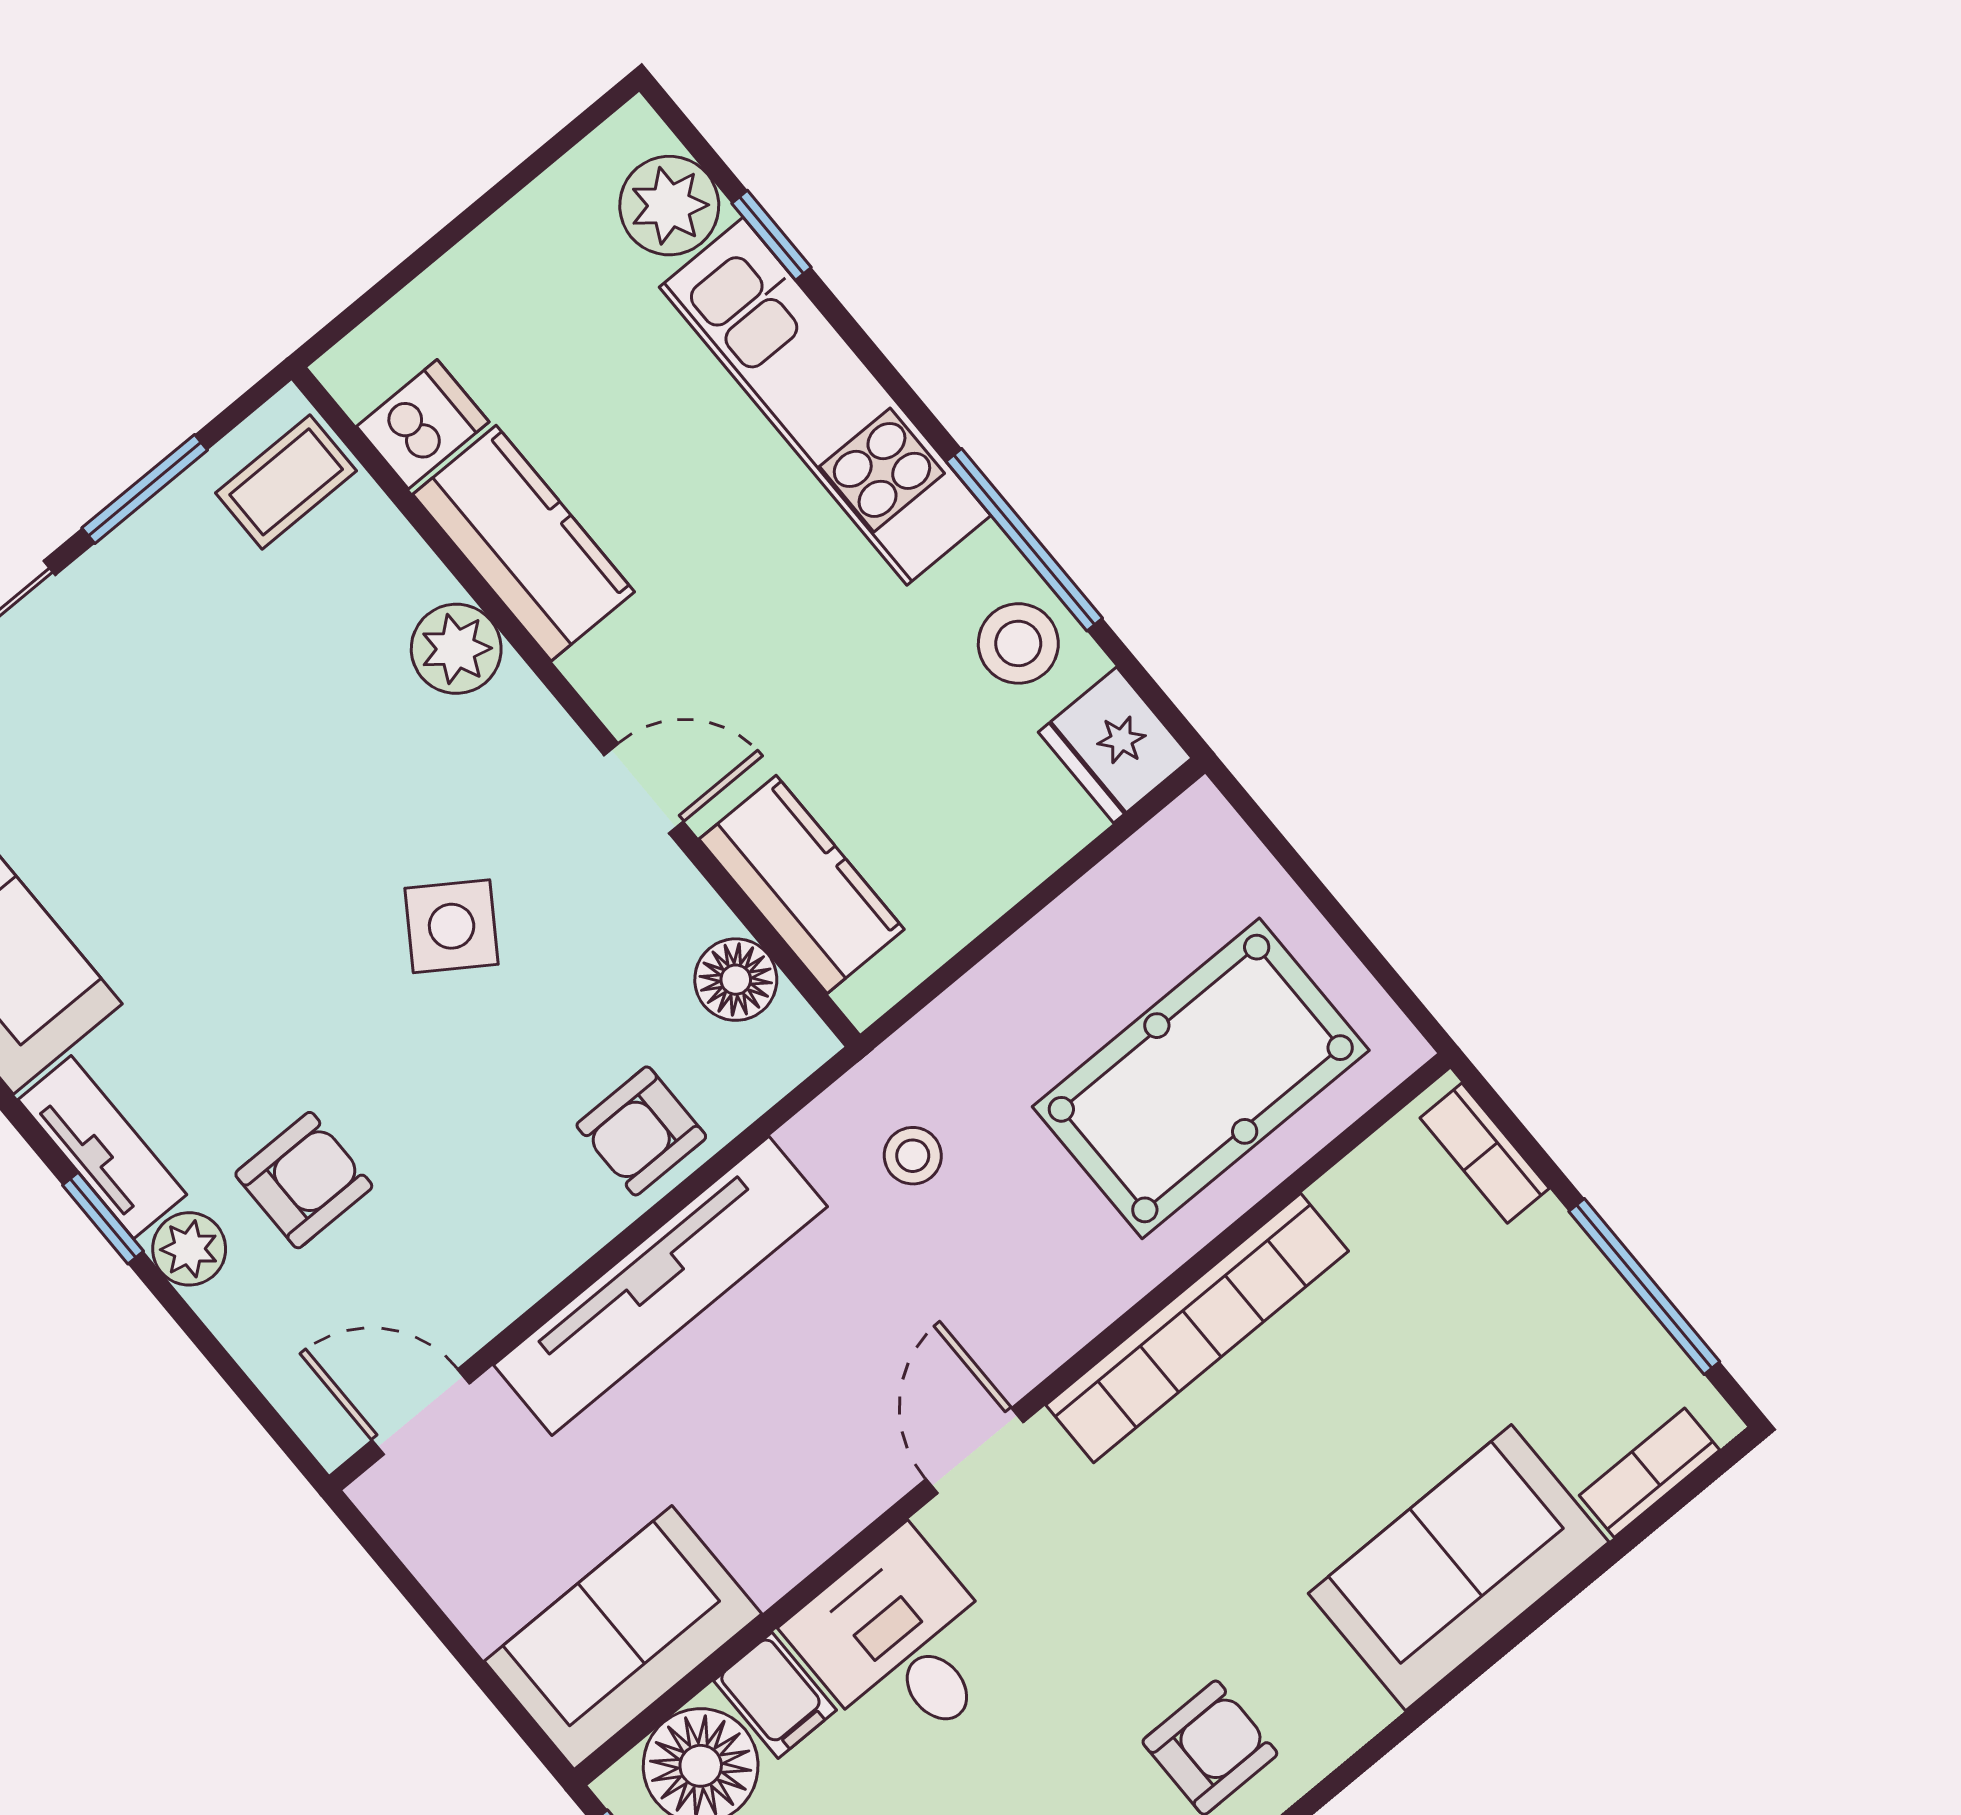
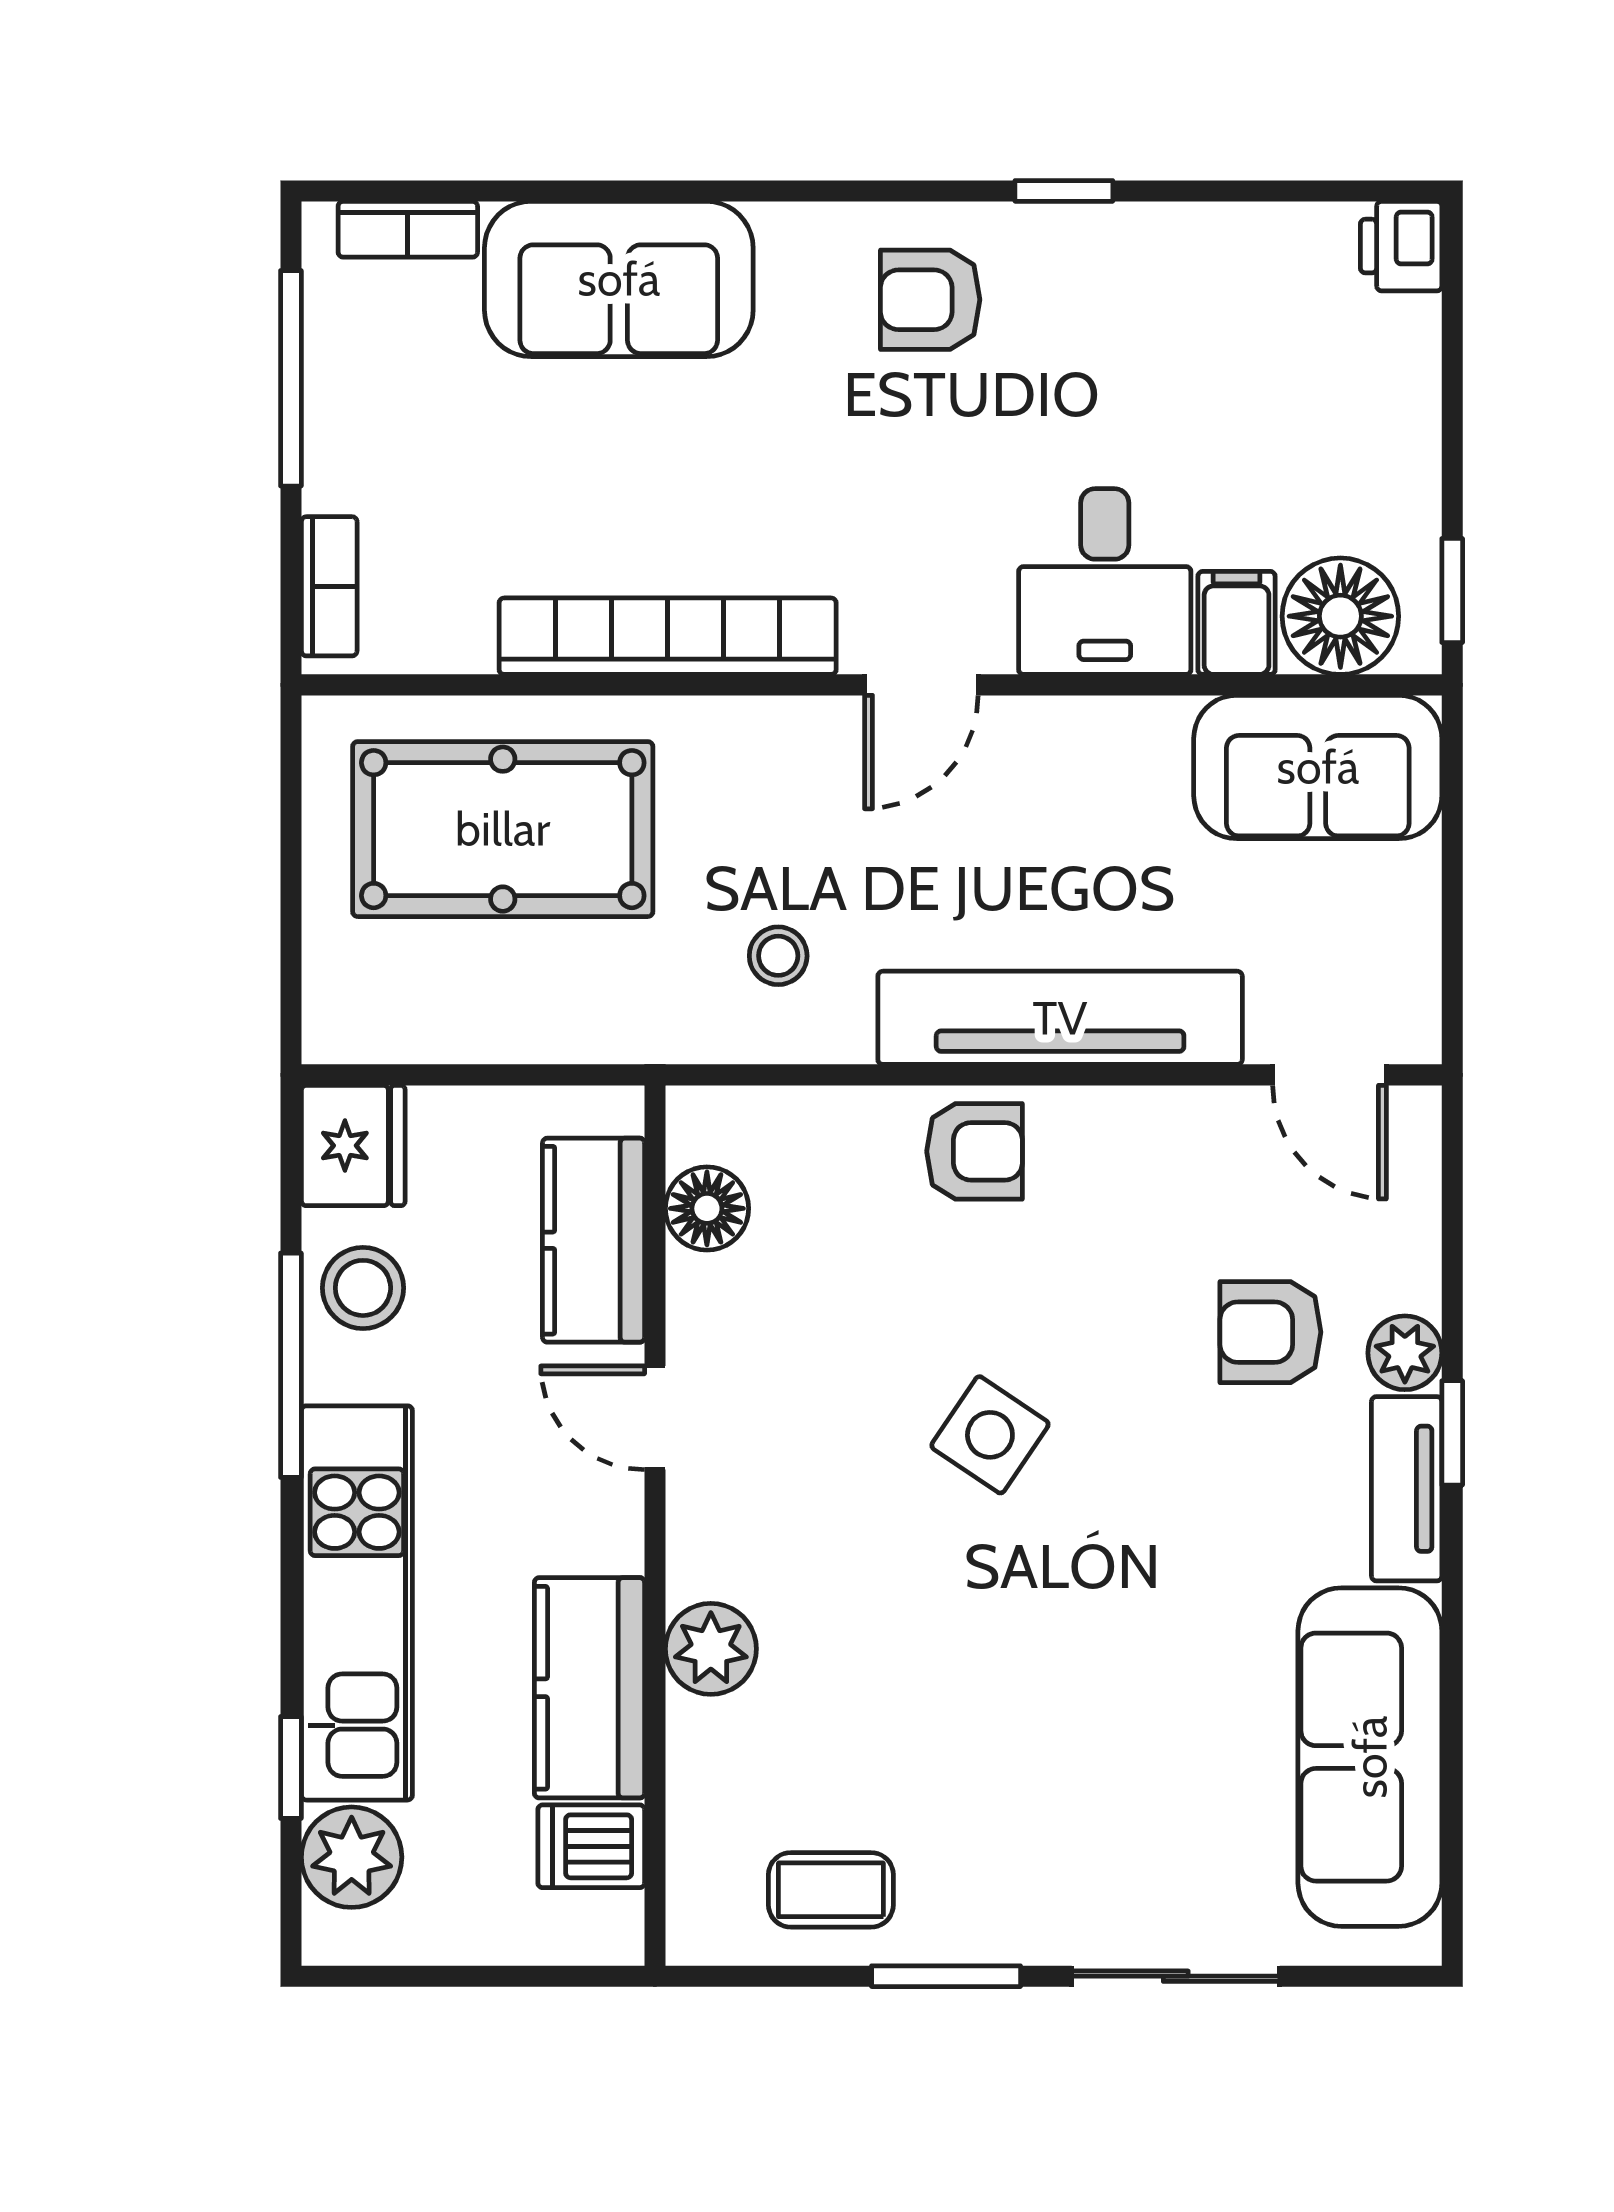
dishwasher: (423, 424) -> (591, 1846), moved
kitchen counter: (524, 543) -> (589, 1688), moved
plant: (456, 649) -> (711, 1649), moved
wall: (576, 707) -> (655, 1526), moved
door: (644, 788) -> (655, 1418), moved
kitchen counter: (802, 884) -> (594, 1240), moved
floor lamp: (736, 980) -> (707, 1208), moved

